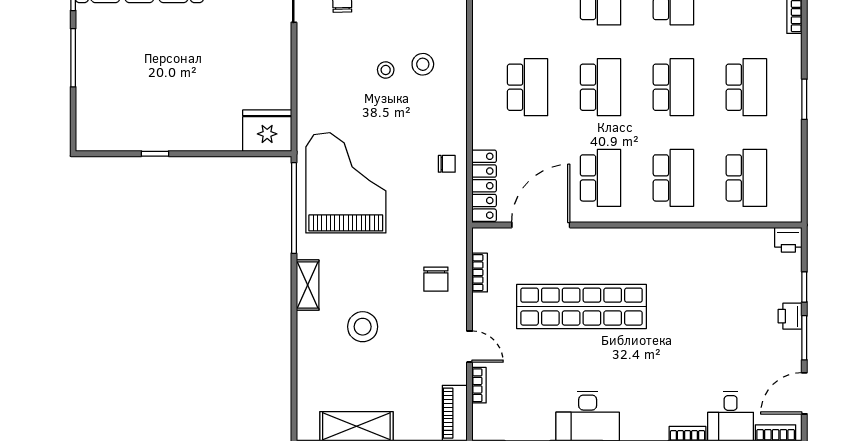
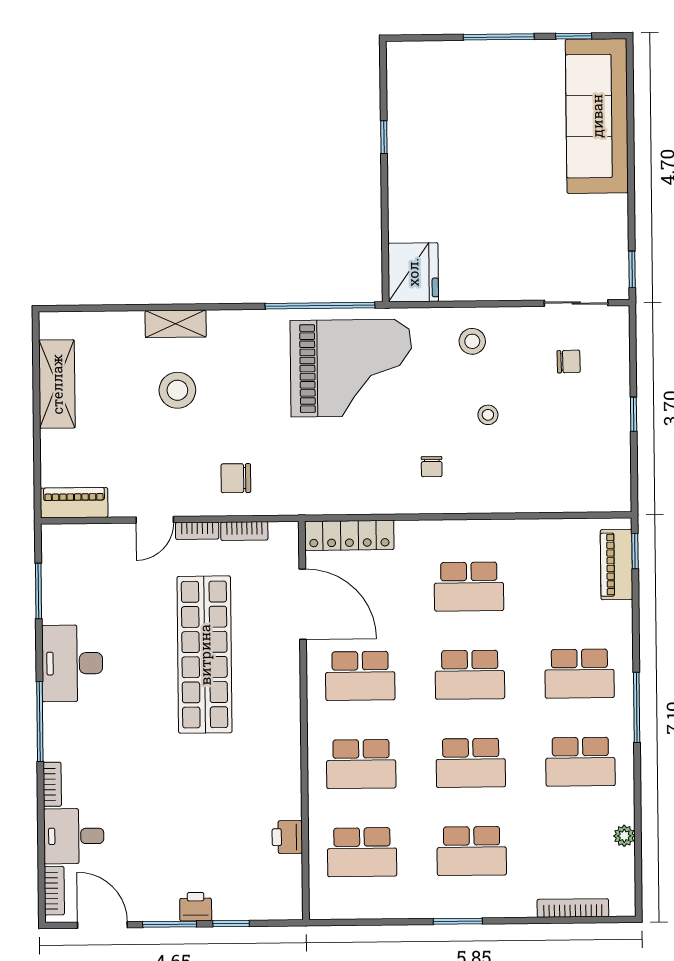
stool: (423, 64) -> (472, 341), moved
chair: (447, 164) -> (432, 467), moved
printer: (788, 240) -> (287, 837), moved
shelving: (308, 285) -> (176, 324), moved
bookcase: (479, 385) -> (197, 531), moved

